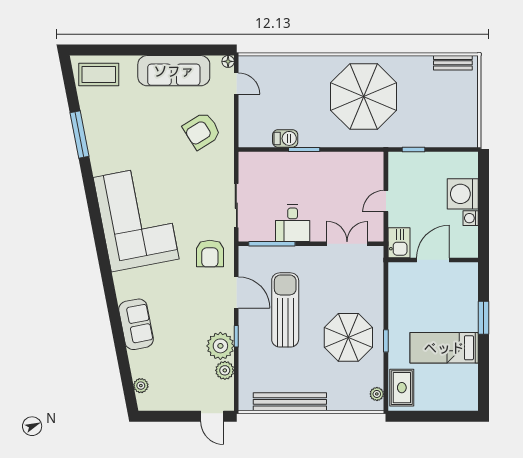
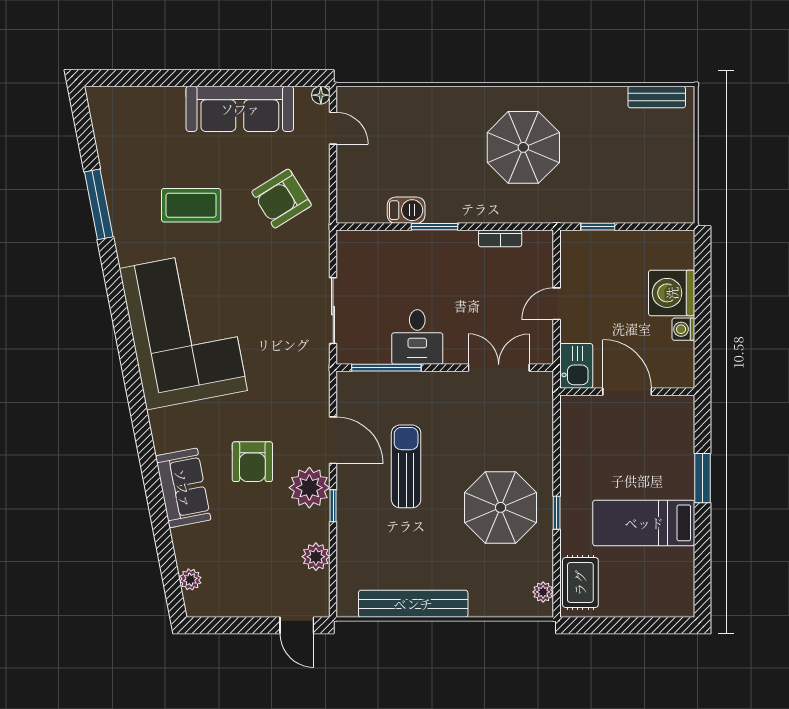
coffee table: (99, 74) -> (191, 205), moved
parasol: (364, 96) -> (523, 147), width x0.73, depth x0.73
bookcase: (348, 157) -> (500, 238), added
armchair: (210, 254) -> (252, 462), moved
door: (433, 260) -> (627, 392), hinge flipped
sun lounger: (285, 310) -> (406, 466), width x0.73, depth x0.75
plant: (220, 346) -> (309, 488), moved

